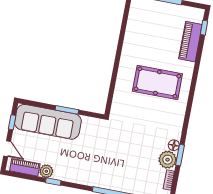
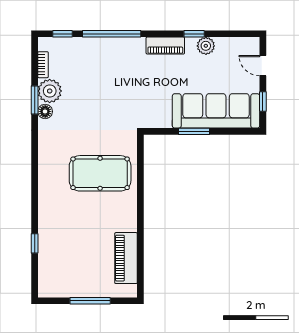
window: (204, 28) -> (35, 243), moved
piano: (190, 42) -> (126, 258), moved, turned 180
pool table: (157, 83) -> (100, 173), moved
piano: (25, 167) -> (165, 46), moved

